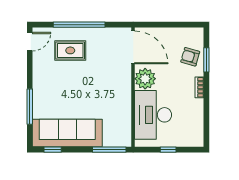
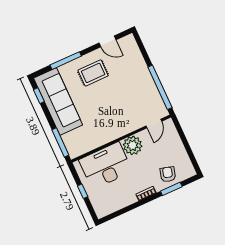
window: (79, 25) -> (160, 87), moved
door: (30, 42) -> (107, 41), moved
door: (133, 47) -> (154, 124), width x0.53
rug: (70, 50) -> (93, 73), moved, turned 90

